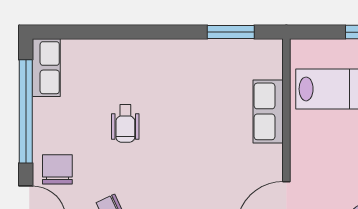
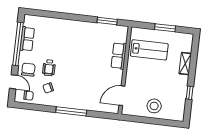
row of seats: (46, 68) -> (27, 39), moved
wheelchair: (125, 123) -> (49, 68), moved

